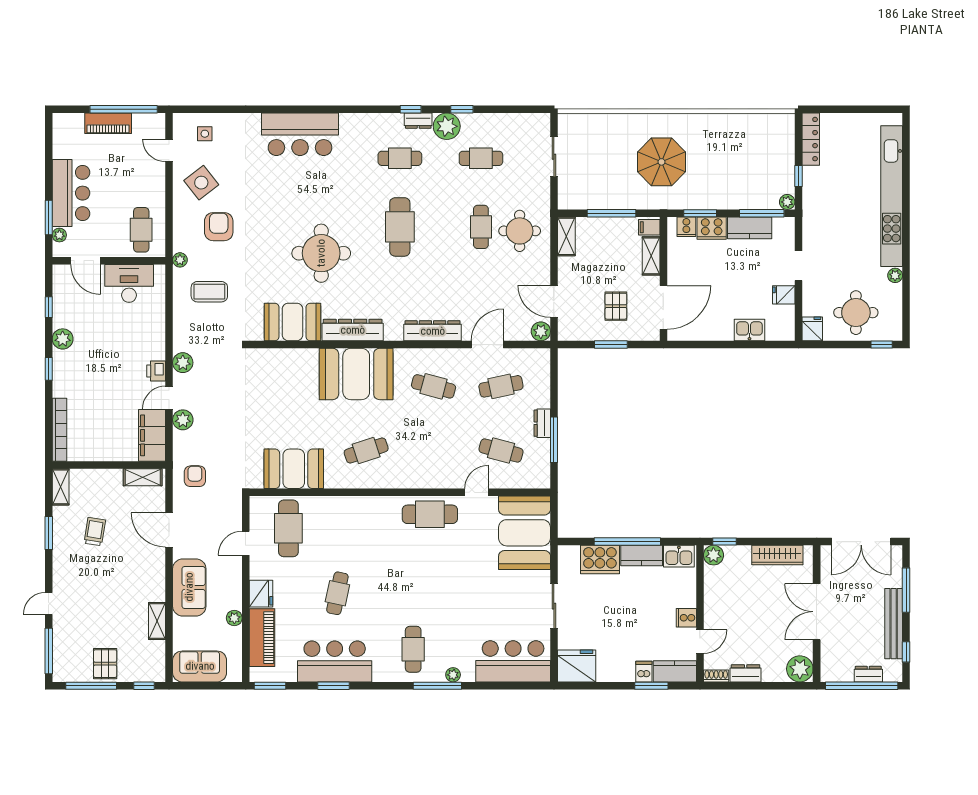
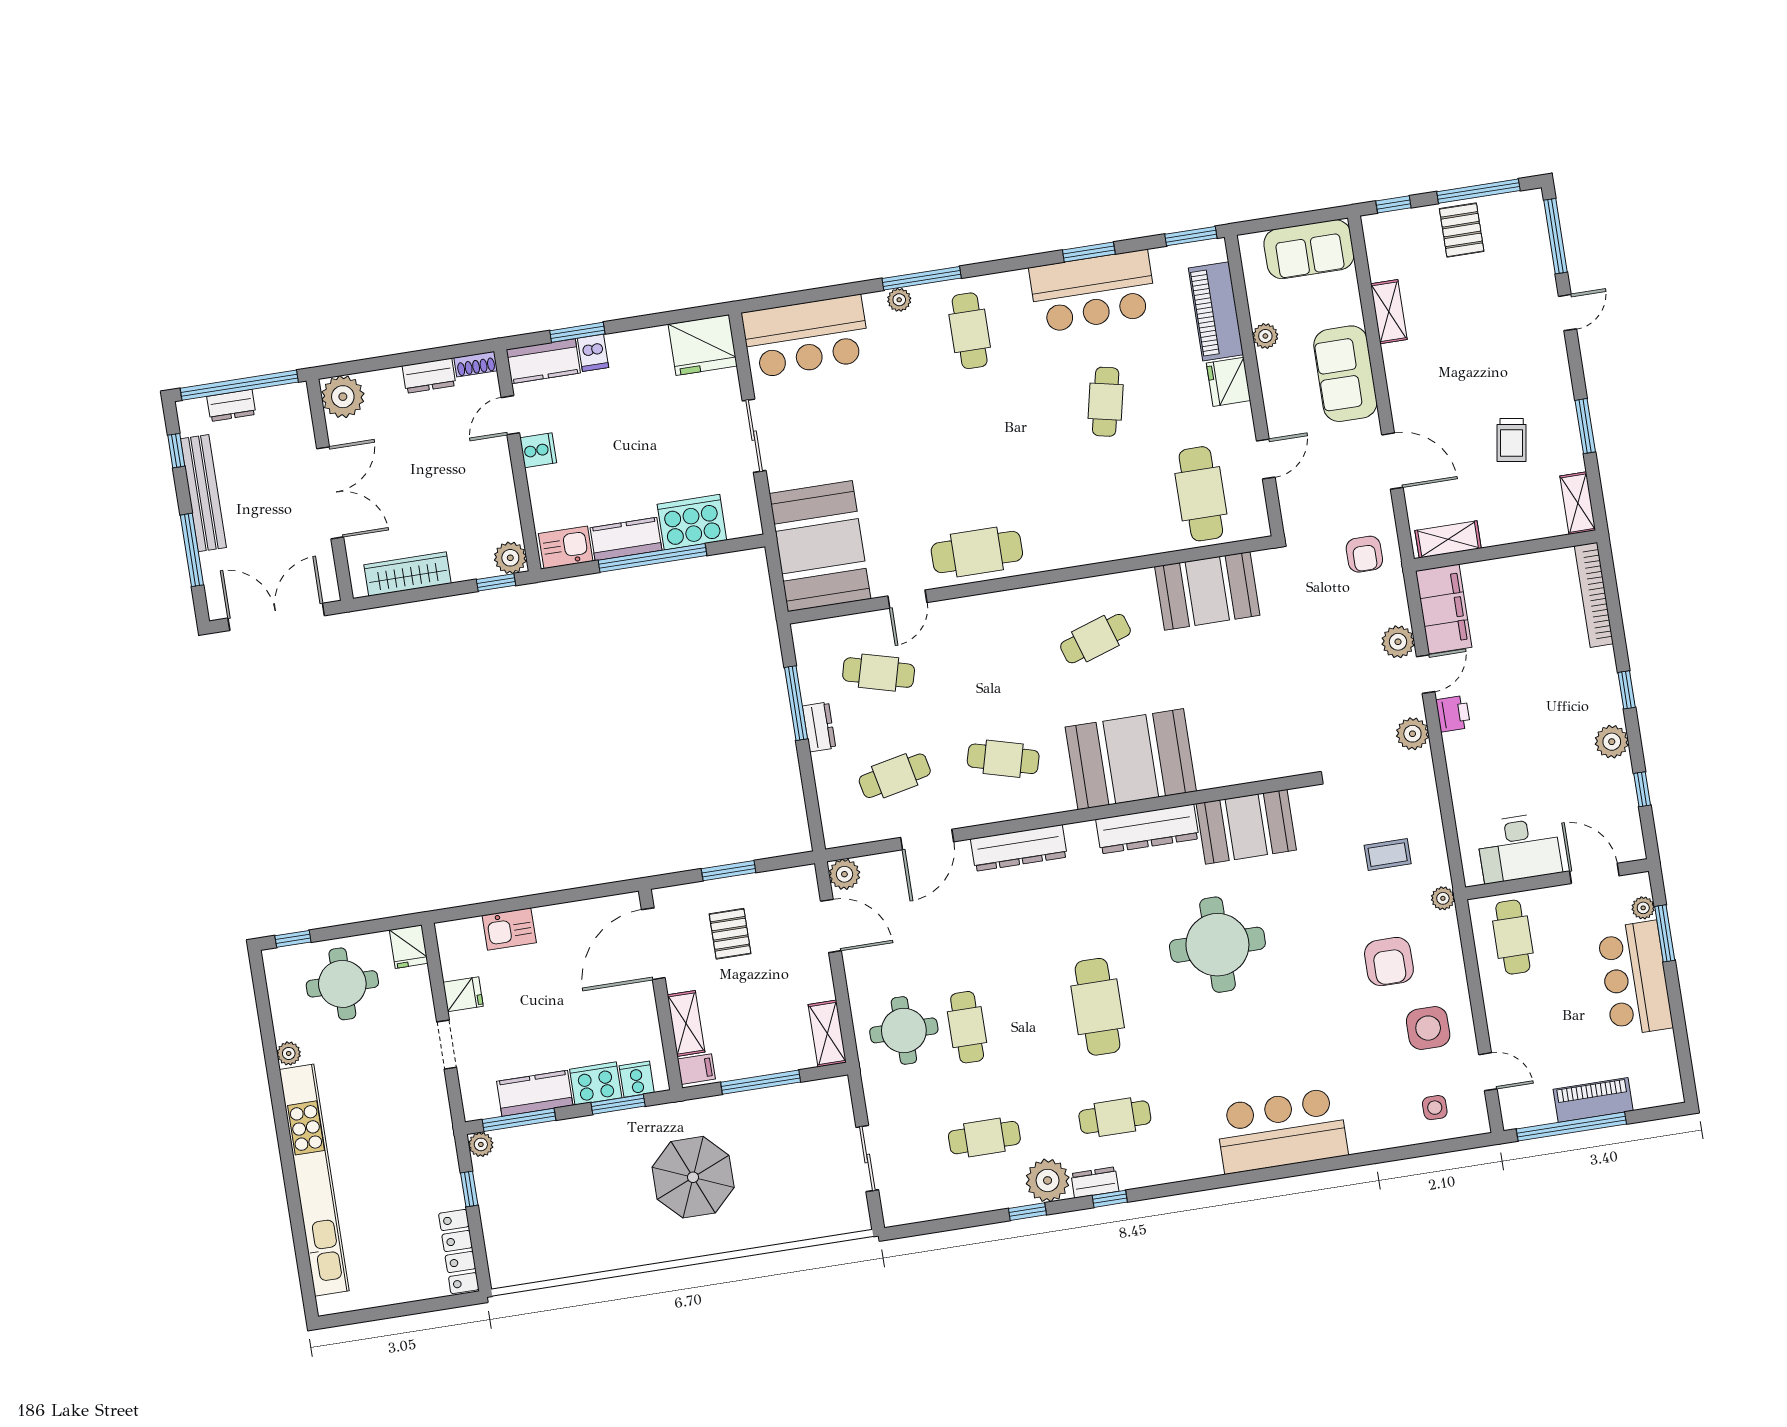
side table: (201, 183) -> (1428, 1028), turned 38
coffee table: (209, 292) -> (1388, 855), width x0.73, depth x0.77

